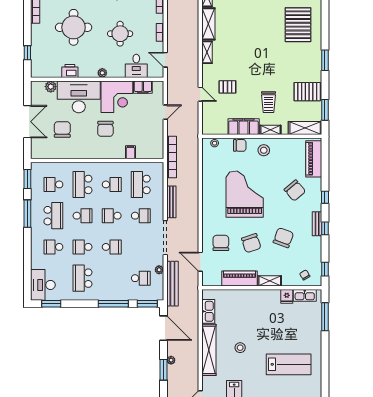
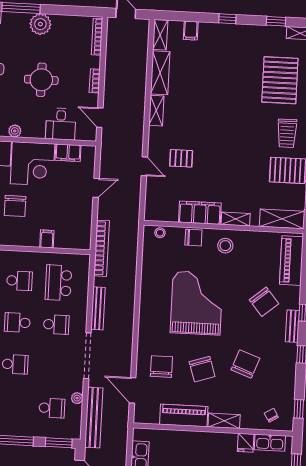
trolley: (269, 102) -> (287, 133), moved
bench: (317, 224) -> (292, 326), moved

